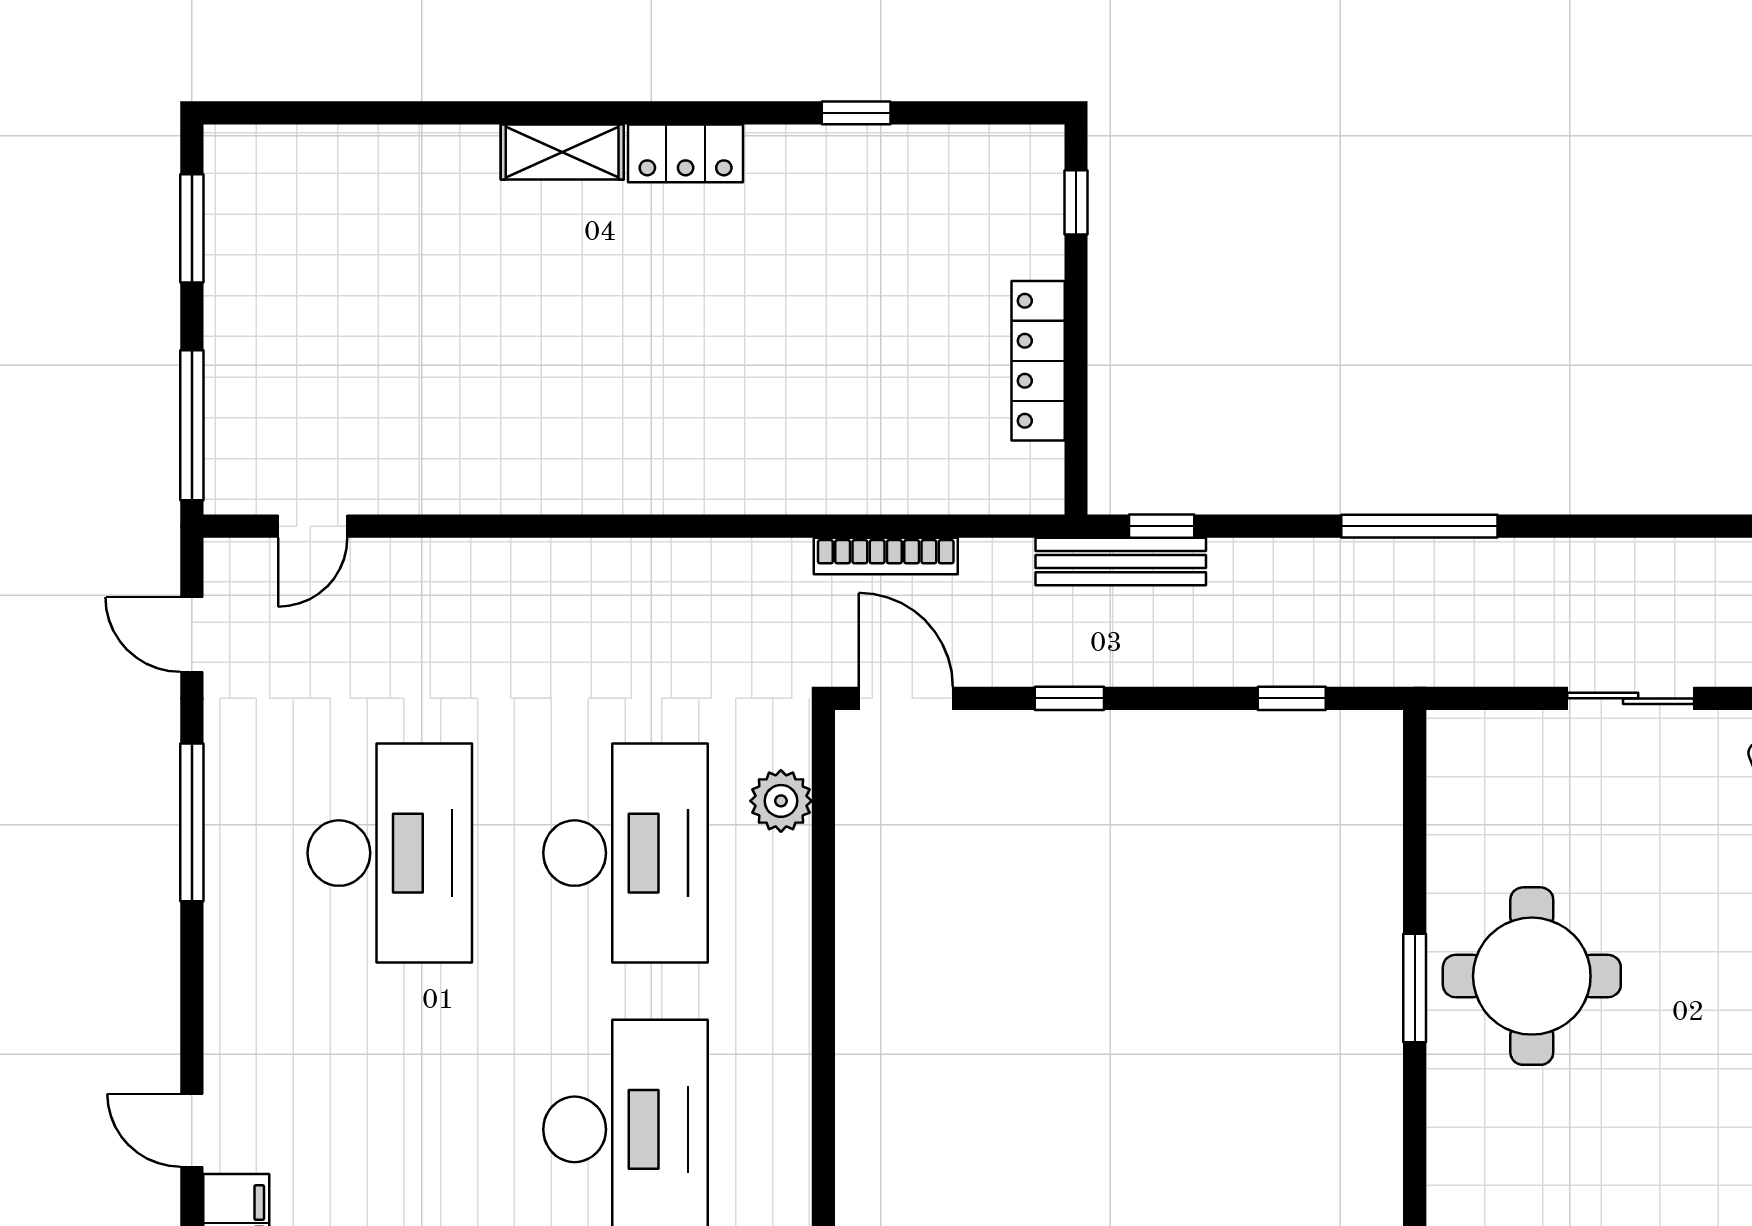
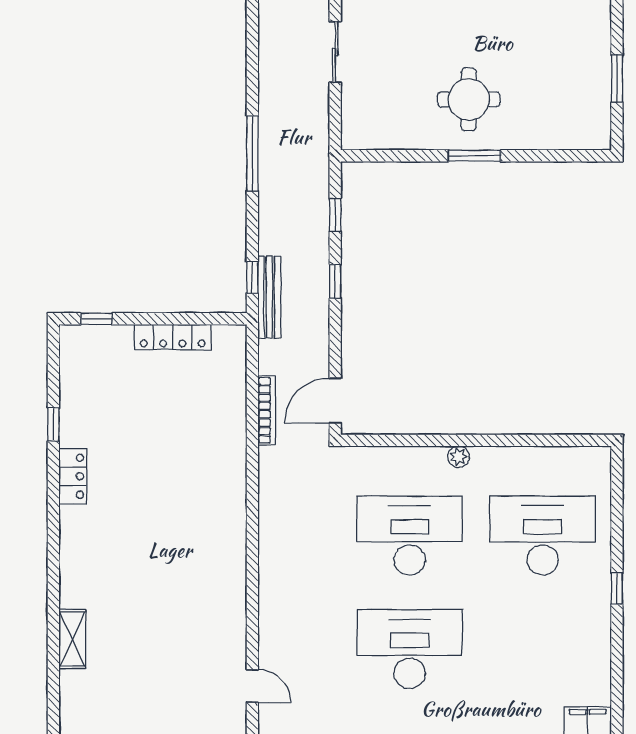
shelving: (562, 152) -> (72, 639), moved
locker: (686, 153) -> (73, 476), moved
window: (1069, 698) -> (335, 281), moved
plant: (781, 801) -> (459, 457), moved, width x0.73, depth x0.73
round table: (1532, 976) -> (469, 99), width x0.73, depth x0.73

